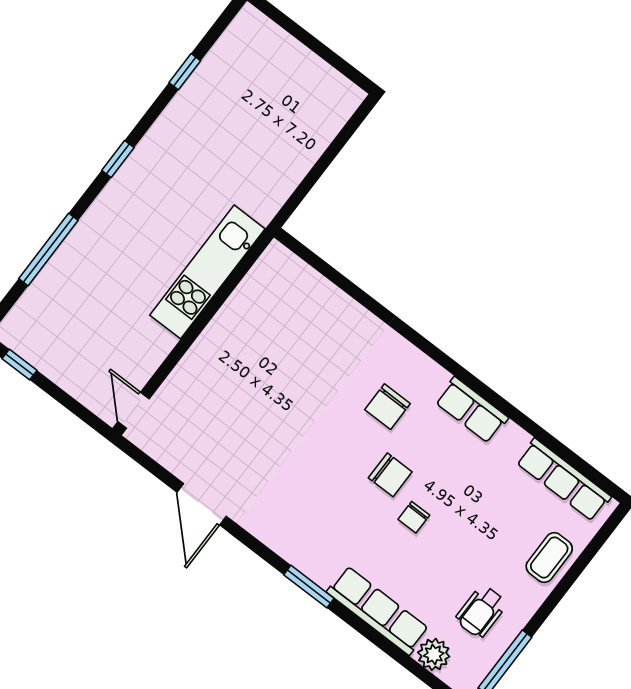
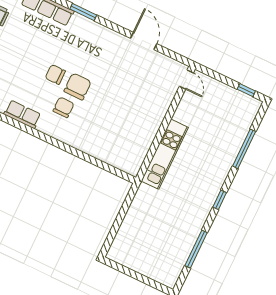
window: (185, 72) -> (196, 249), width x2.17
chair: (414, 517) -> (78, 86), moved, width x1.87, depth x1.87

